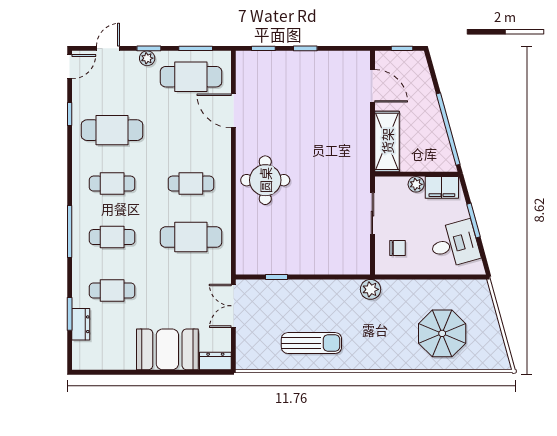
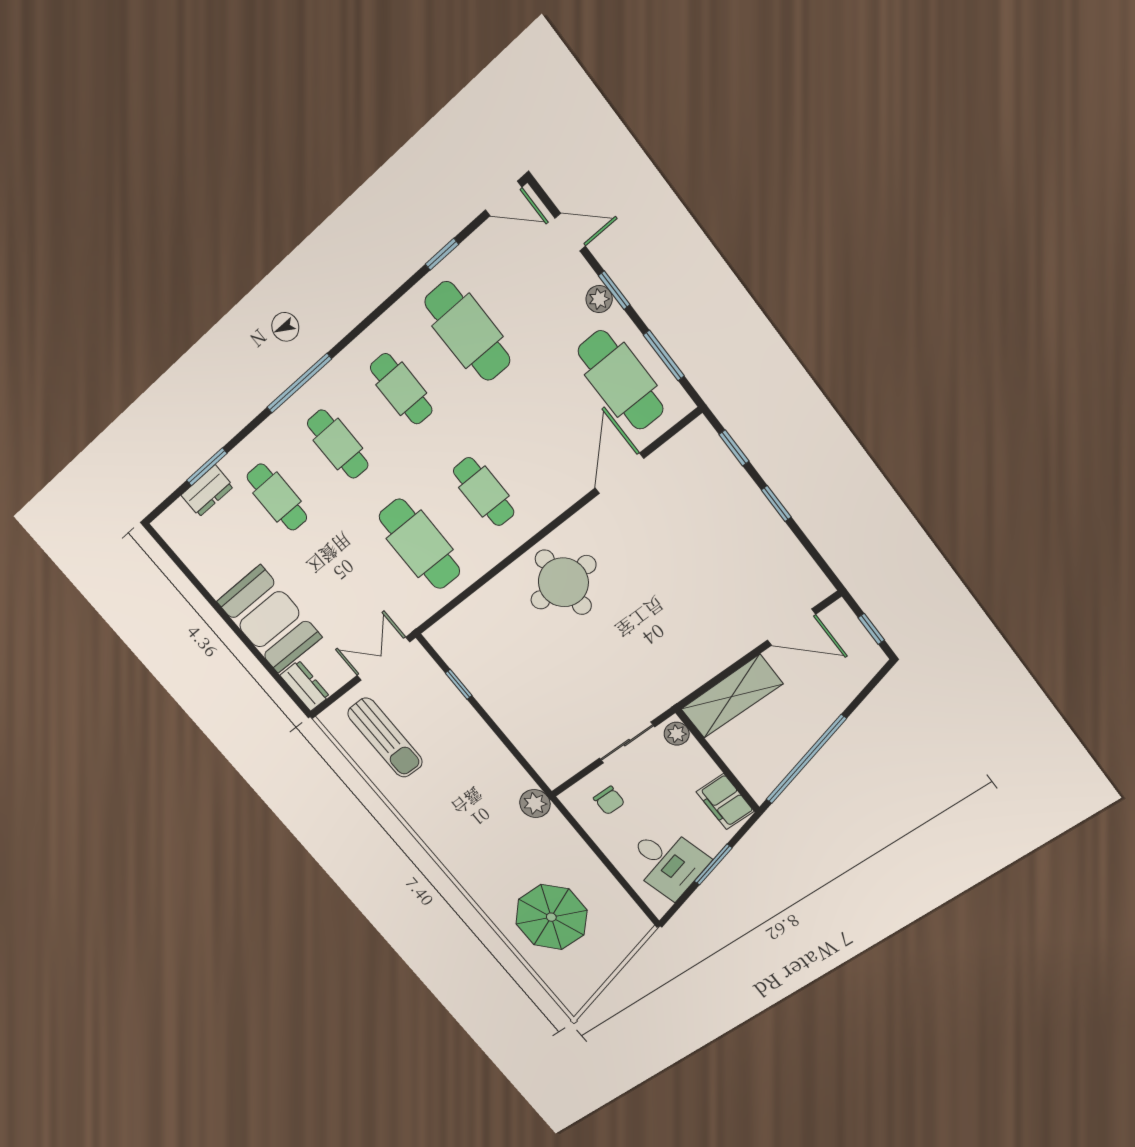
door: (372, 86) -> (791, 627), hinge flipped
plant: (416, 184) -> (677, 734), moved
sun lounger: (311, 343) -> (385, 738), moved

